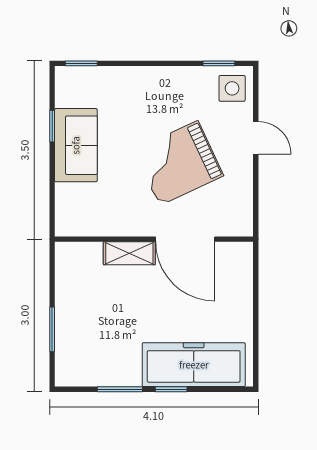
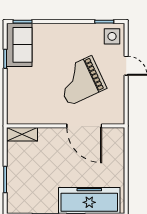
sofa: (76, 145) -> (19, 45), moved
shelving: (129, 253) -> (22, 134), moved

